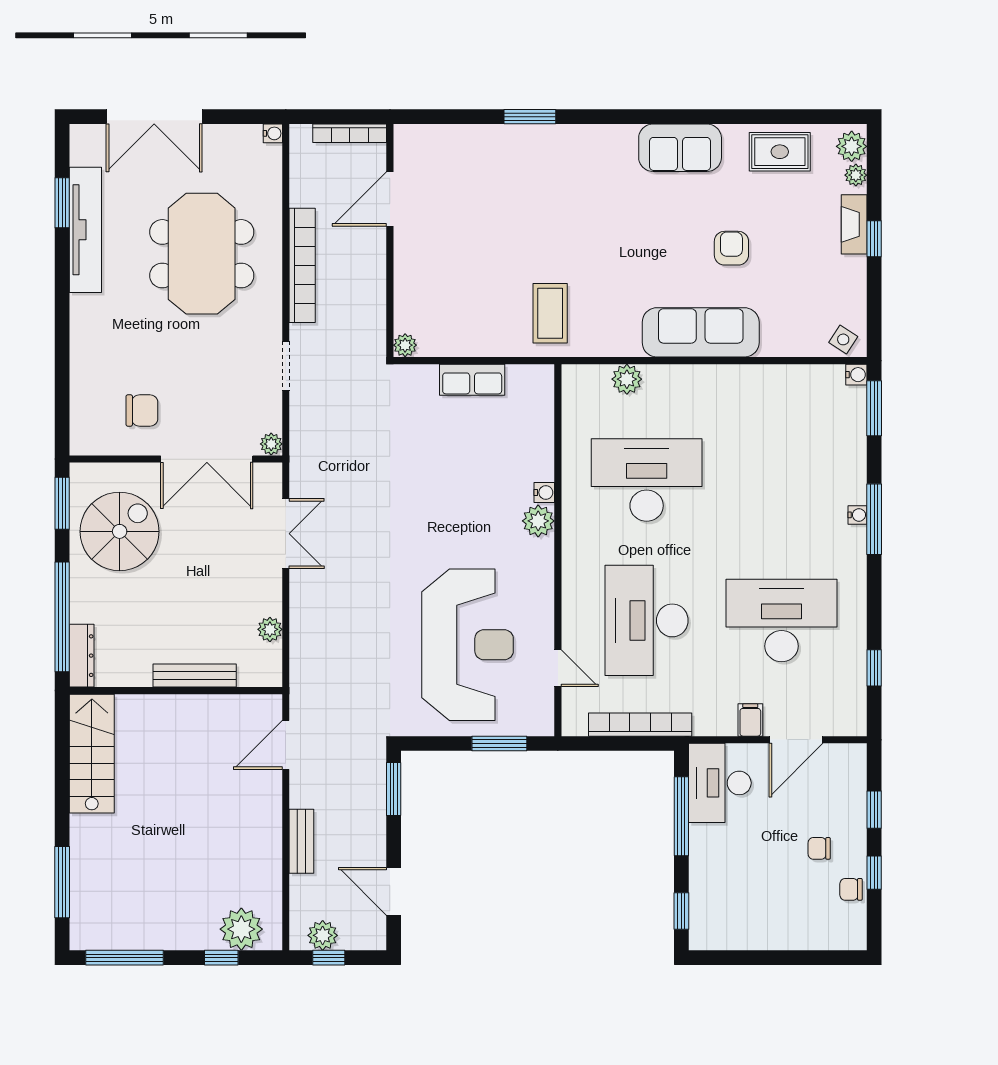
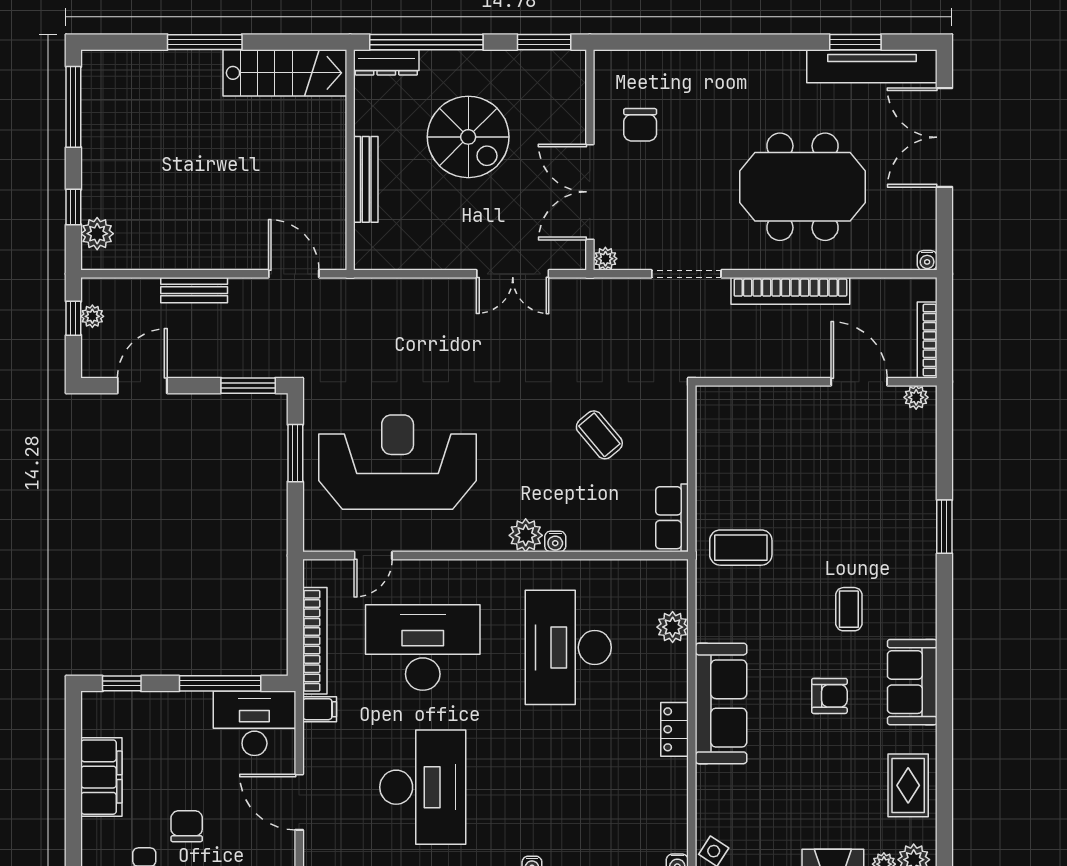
coffee table: (610, 209) -> (849, 609), added
tv unit: (85, 230) -> (872, 66), moved
armchair: (731, 248) -> (829, 696), moved
plant: (405, 345) -> (916, 397), moved
doorway: (286, 366) -> (686, 274), width x1.38
locker: (726, 377) -> (675, 729), added
row of seats: (472, 380) -> (672, 518), moved
coffee table: (441, 450) -> (599, 435), added
desk: (647, 480) -> (568, 647), turned 180
spiral stairs: (120, 531) -> (468, 137), moved
plant: (270, 629) -> (413, 257), removed
reception desk: (468, 645) -> (398, 462), turned 180
filing cabinet: (750, 720) -> (320, 709), moved
window: (499, 744) -> (295, 453), moved
chair: (819, 848) -> (187, 826), width x1.37, depth x1.37
window: (62, 882) -> (205, 42), moved
plant: (241, 929) -> (97, 234), width x0.73, depth x0.73
filing cabinet: (772, 931) -> (101, 777), added
plant: (323, 935) -> (92, 316), width x0.73, depth x0.73

